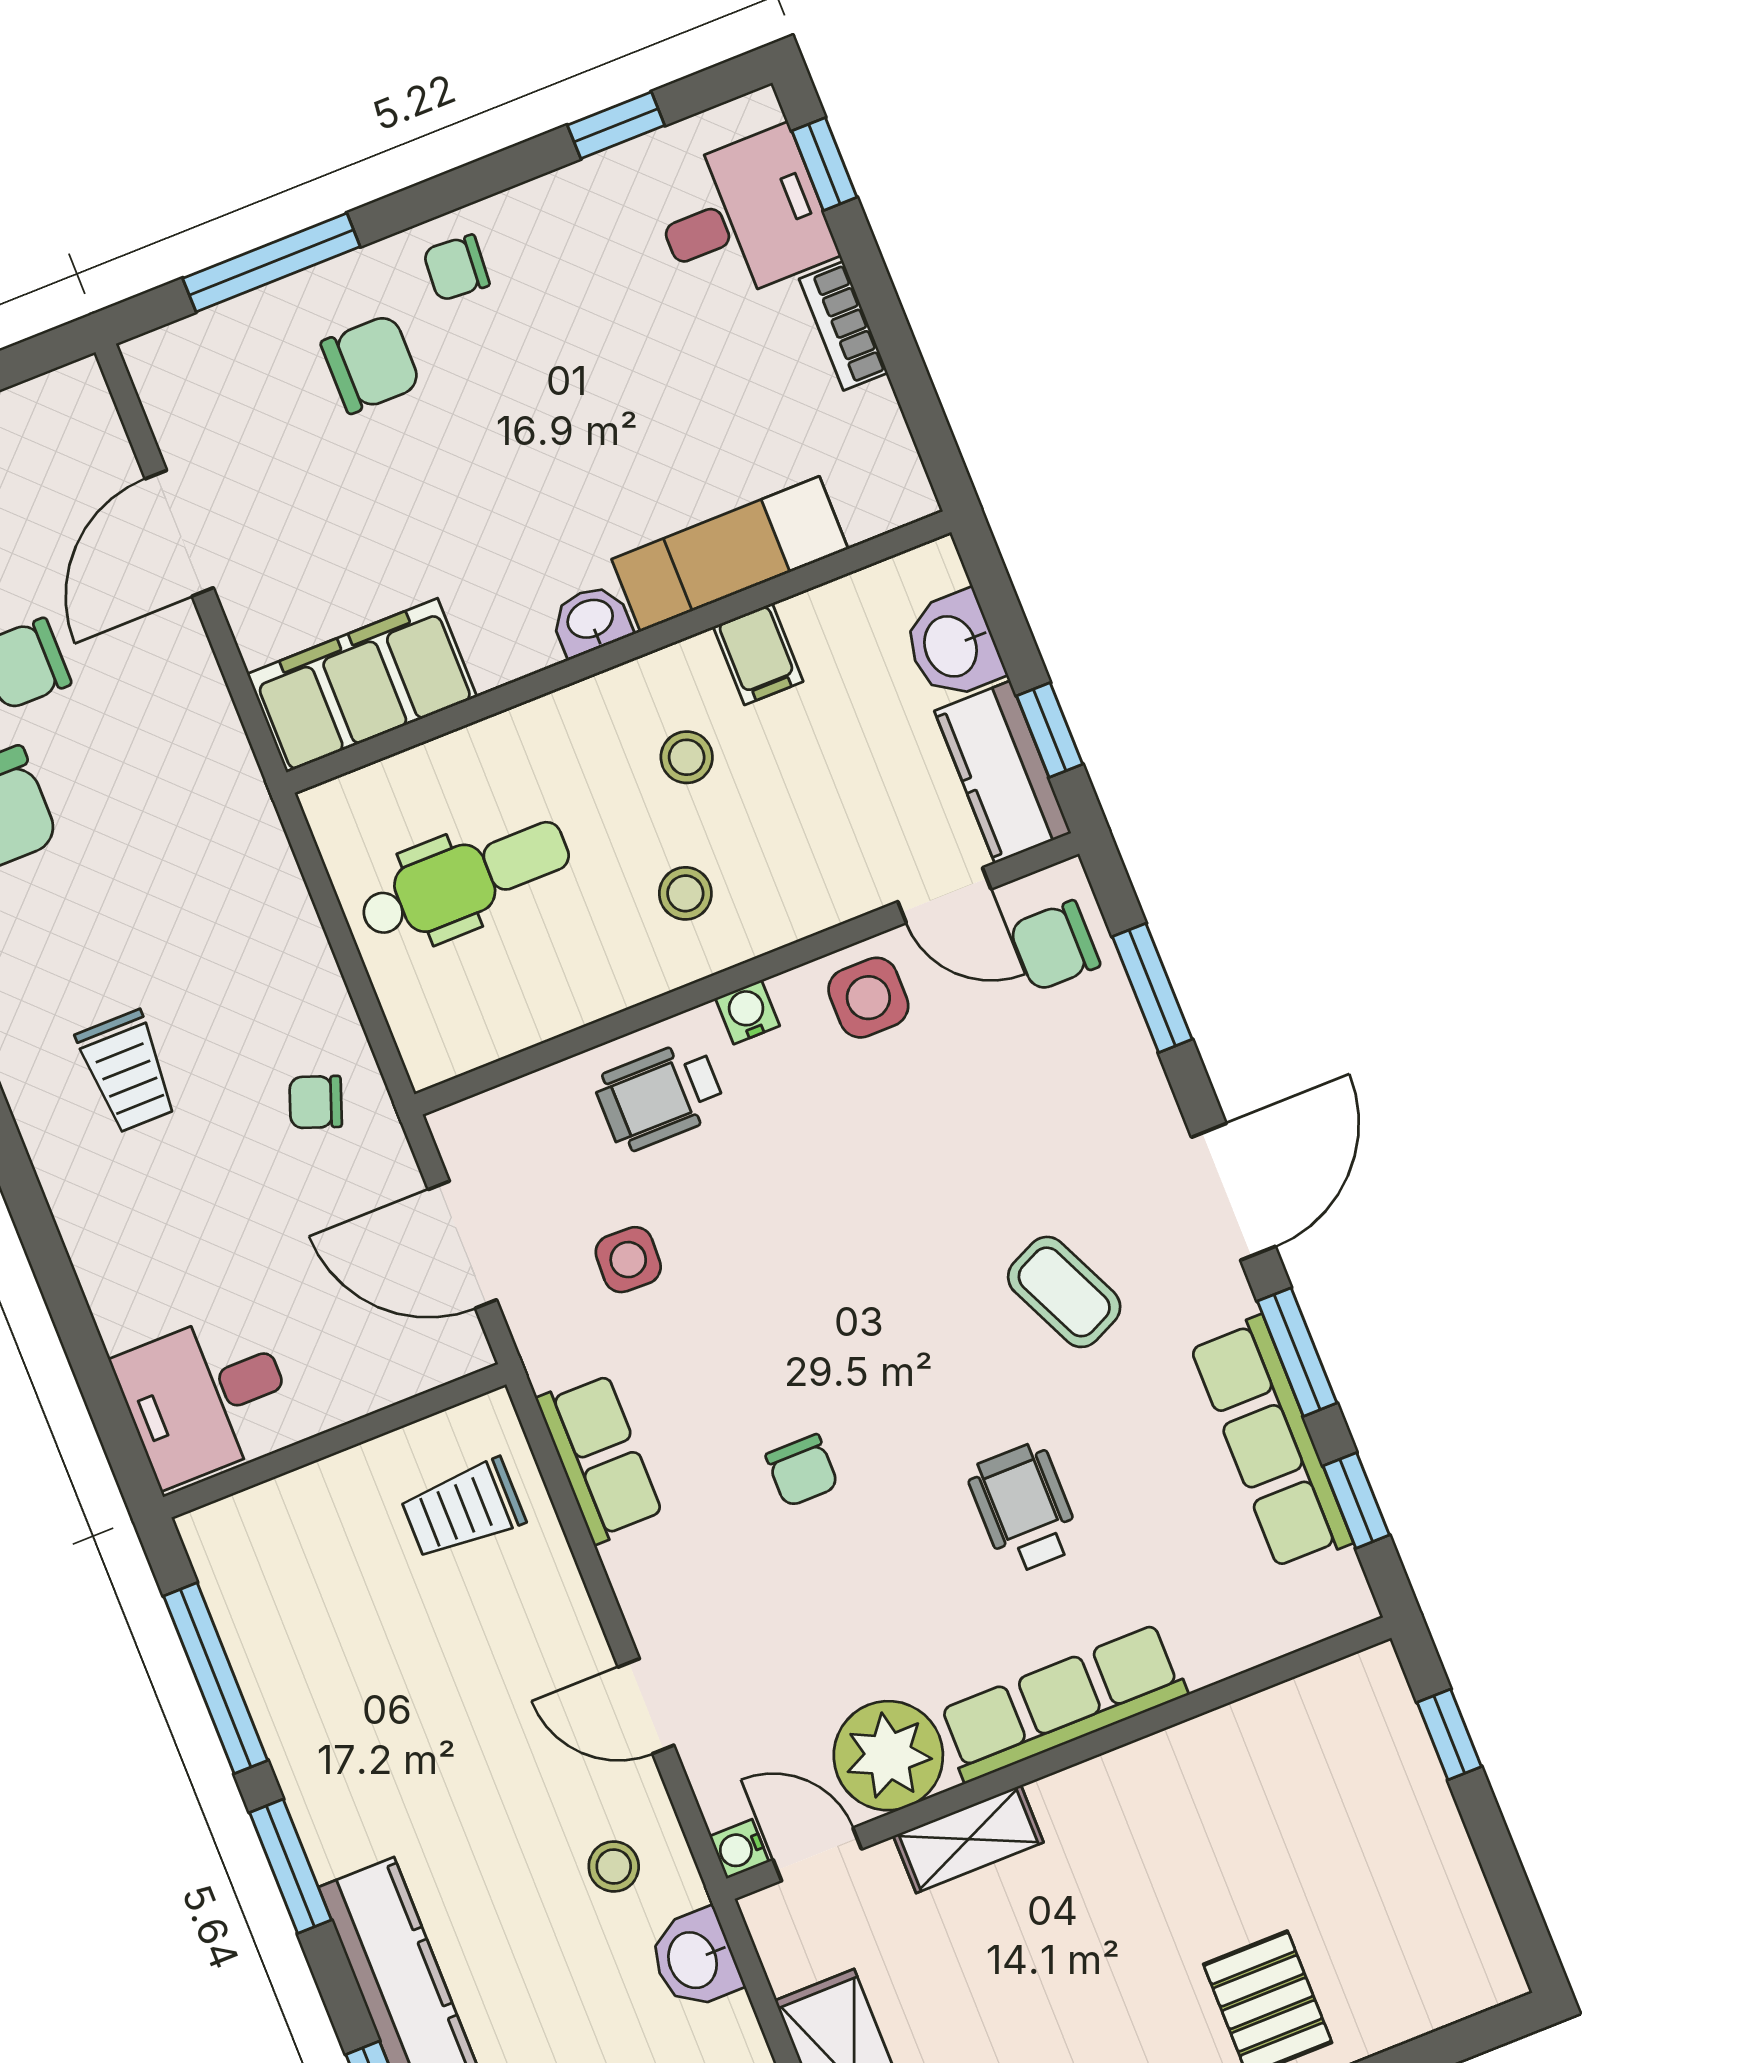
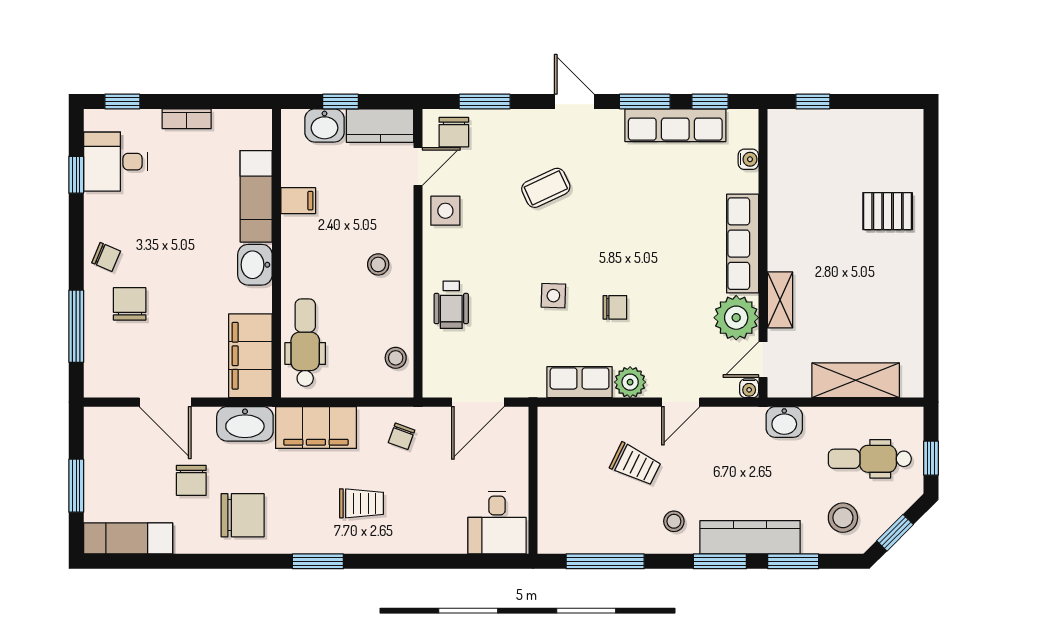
desk: (742, 217) -> (115, 162), moved, turned -90
chair: (456, 268) -> (106, 257), turned -71
washbasin: (591, 620) -> (255, 265), width x1.38, depth x1.45
window: (1050, 730) -> (340, 101), moved
washbasin: (202, 735) -> (245, 424), added
stool: (687, 757) -> (396, 358), moved
dental chair: (465, 880) -> (305, 343), moved
filing cabinet: (258, 899) -> (316, 428), added
water cooler: (748, 1012) -> (748, 159), moved, turned 180
door: (1233, 1192) -> (574, 101), width x0.73
side table: (628, 1260) -> (553, 296), moved
coffee table: (1064, 1292) -> (546, 188), moved
wheelchair: (1024, 1508) -> (663, 229), removed
trolley: (463, 1509) -> (635, 464), moved, turned -64
plant: (646, 1573) -> (630, 382), added
window: (290, 1866) -> (720, 561), moved
stool: (614, 1867) -> (674, 521), moved

